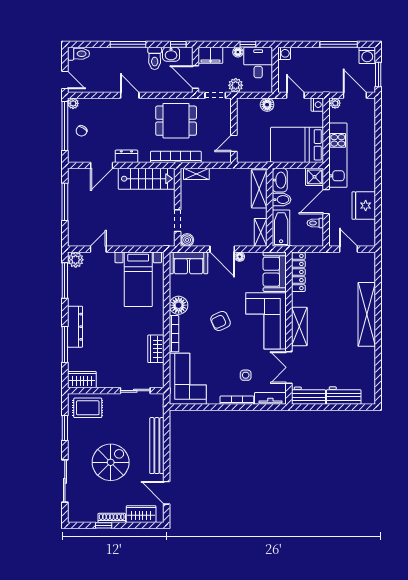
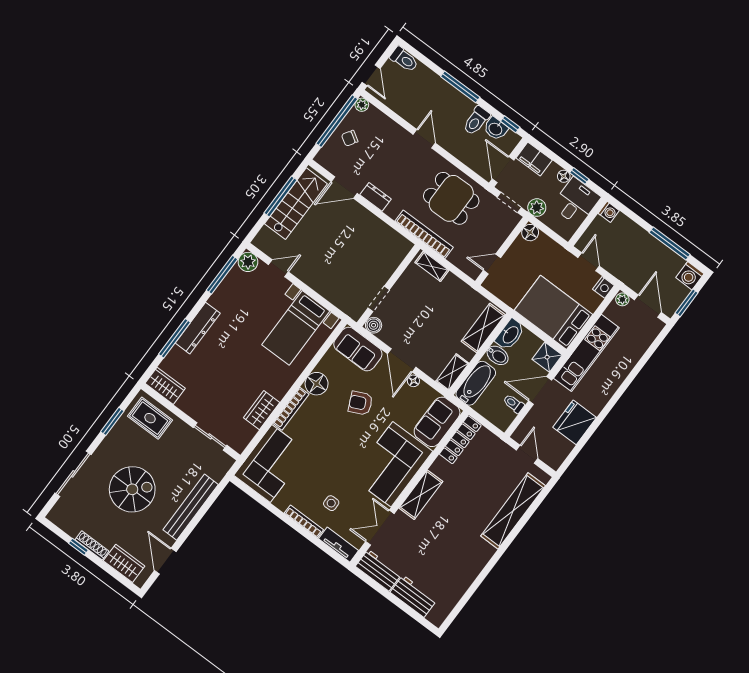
floor lamp: (267, 105) -> (530, 233), moved
stairs: (147, 179) -> (296, 204), moved, turned -90
shelving: (367, 314) -> (513, 511), moved
armchair: (221, 321) -> (360, 403), moved

